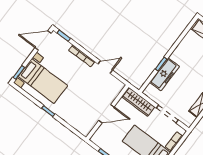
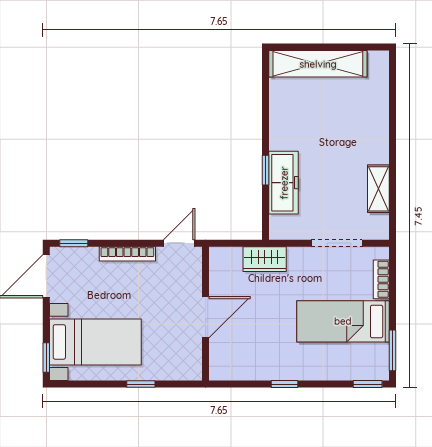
wardrobe: (138, 102) -> (265, 259), width x0.67
wall: (107, 112) -> (206, 314), moved
door: (106, 114) -> (206, 317), moved

